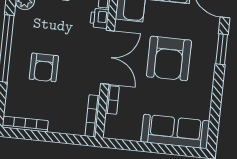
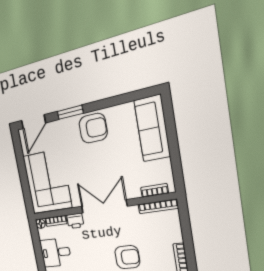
armchair: (169, 58) -> (93, 128), moved, width x0.73, depth x0.73
bookcase: (112, 100) -> (154, 190), moved

